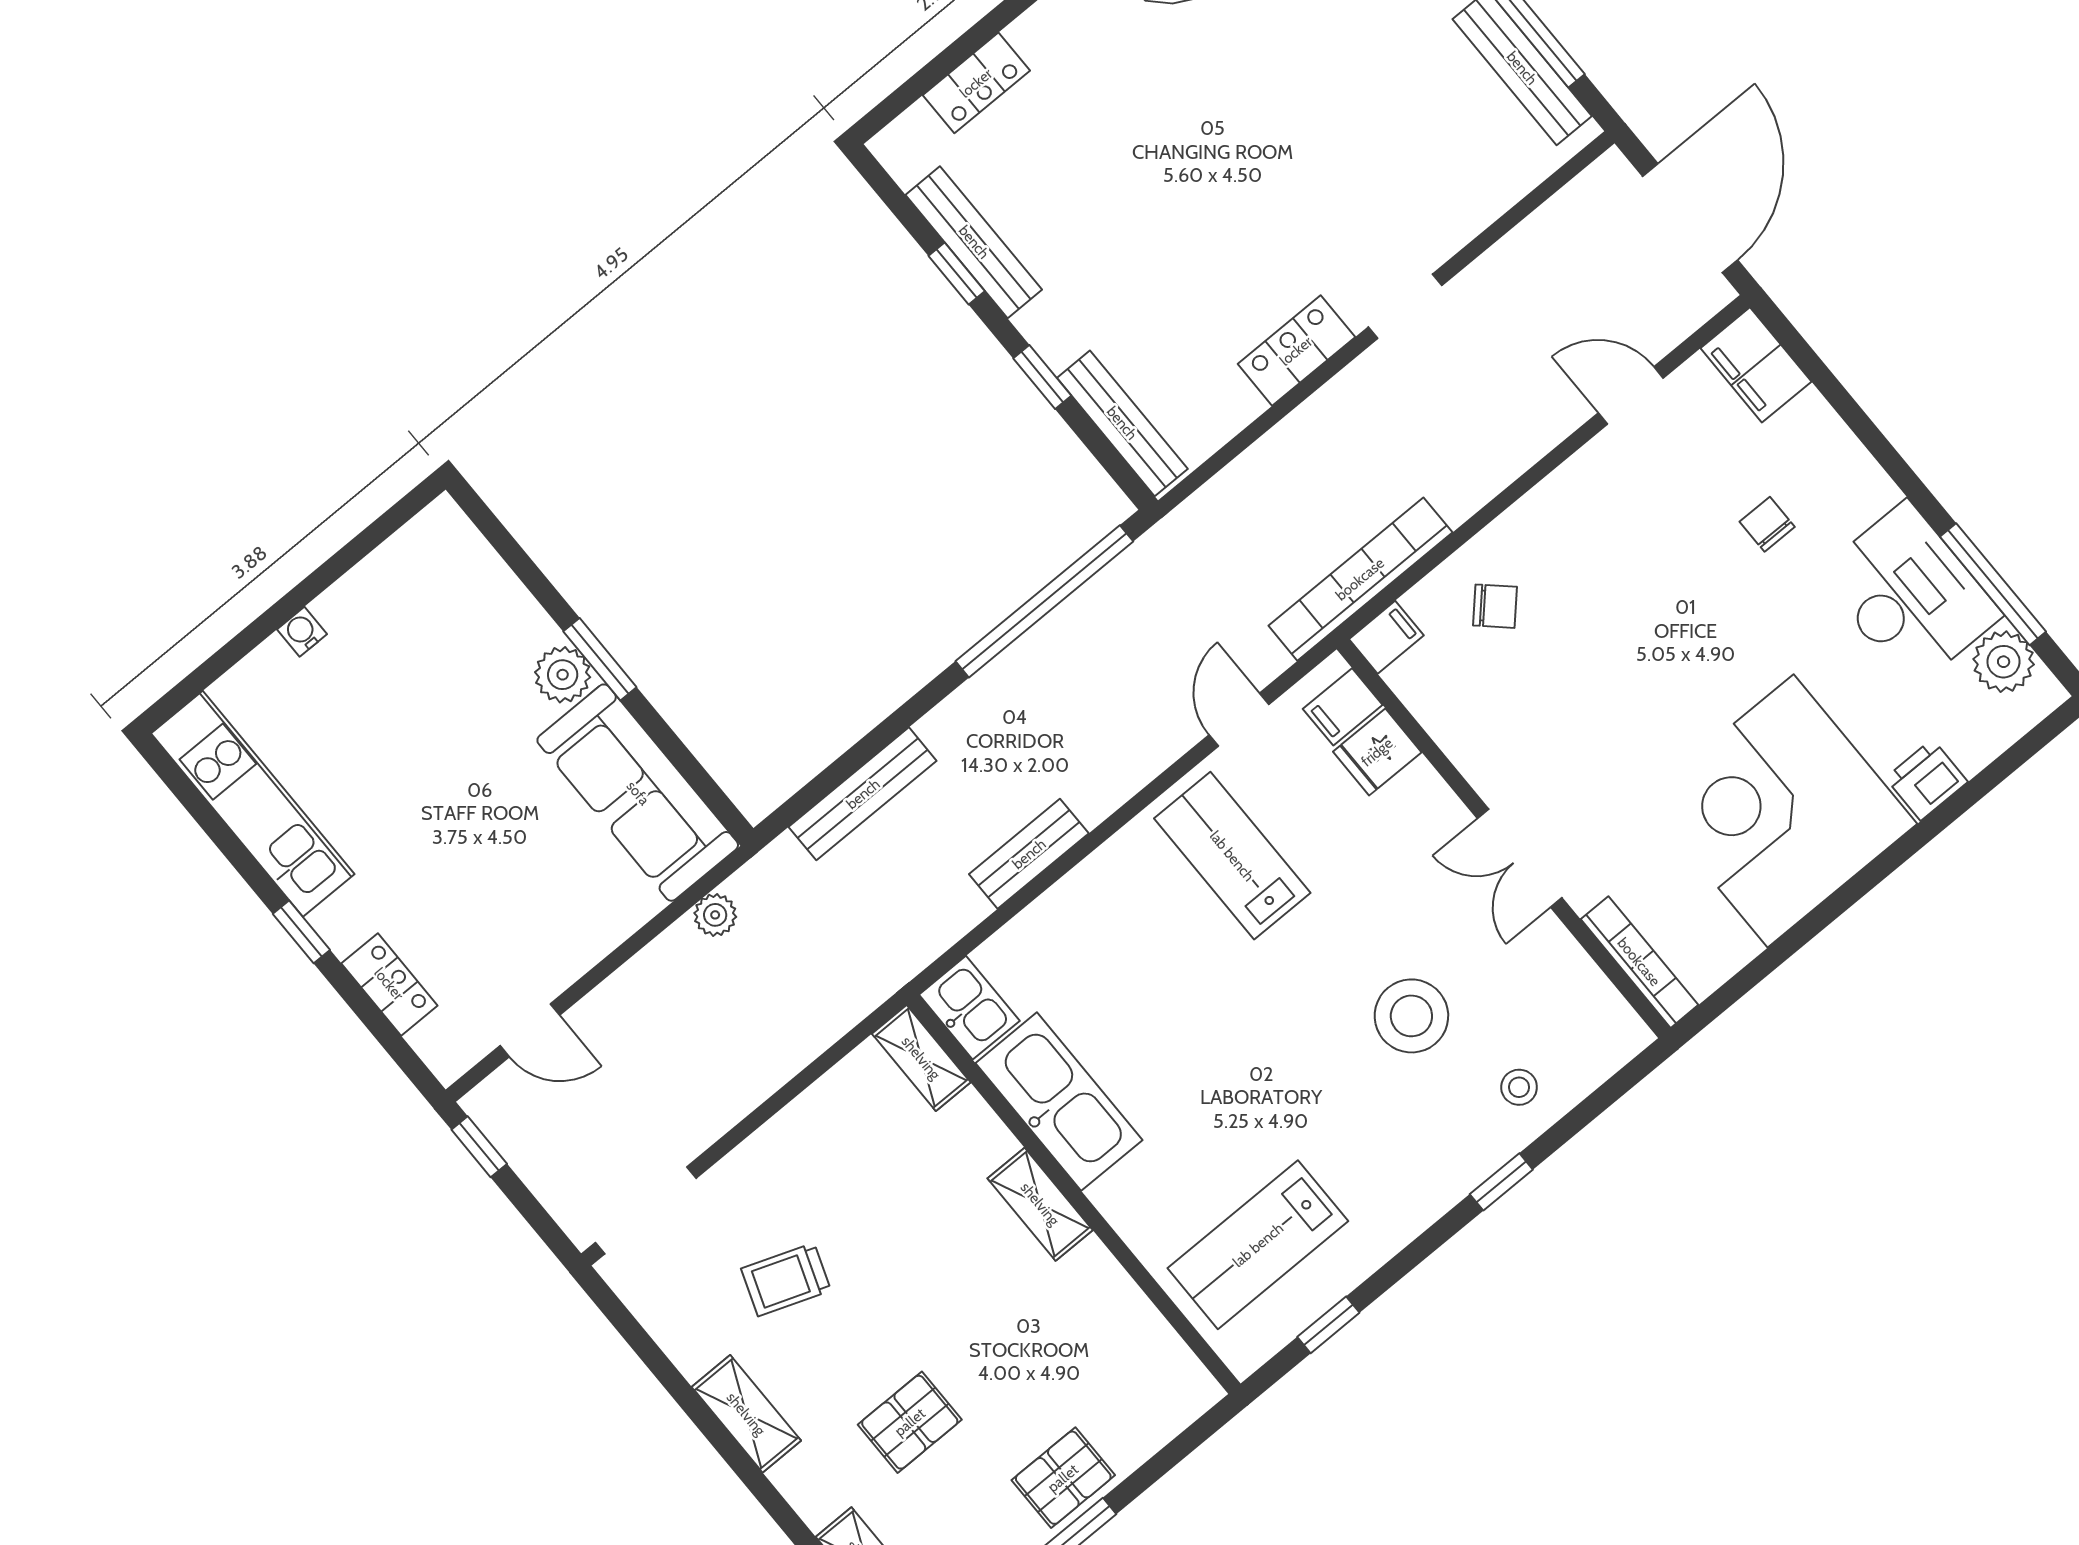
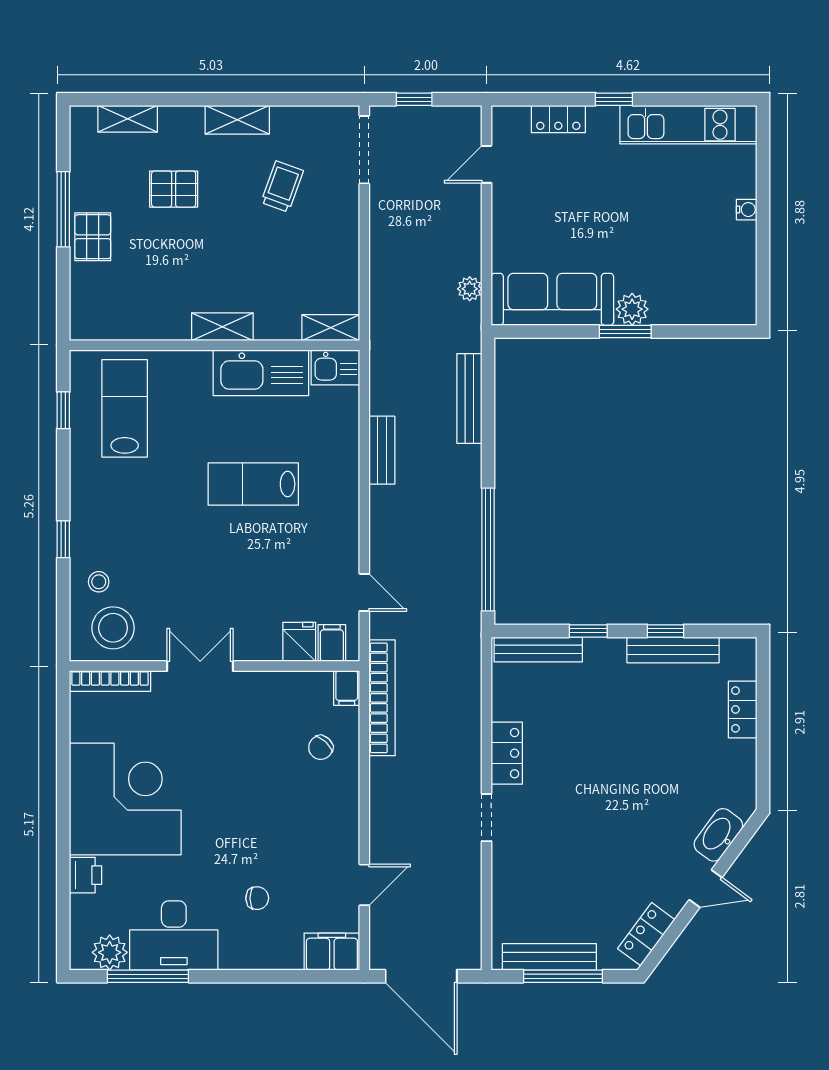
lab bench: (1232, 856) -> (253, 484), moved, turned 180
stool: (1411, 1016) -> (113, 628), moved
window: (479, 1147) -> (414, 99), moved
pallet: (910, 1422) -> (174, 189), turned 90

